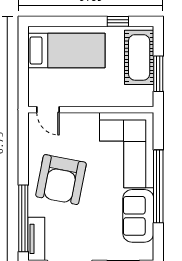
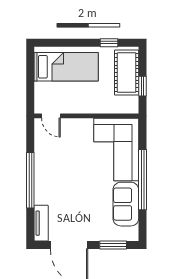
window: (158, 74) -> (142, 86), width x0.67
armchair: (61, 180) -> (62, 174), removed
window: (23, 218) -> (30, 180), moved

